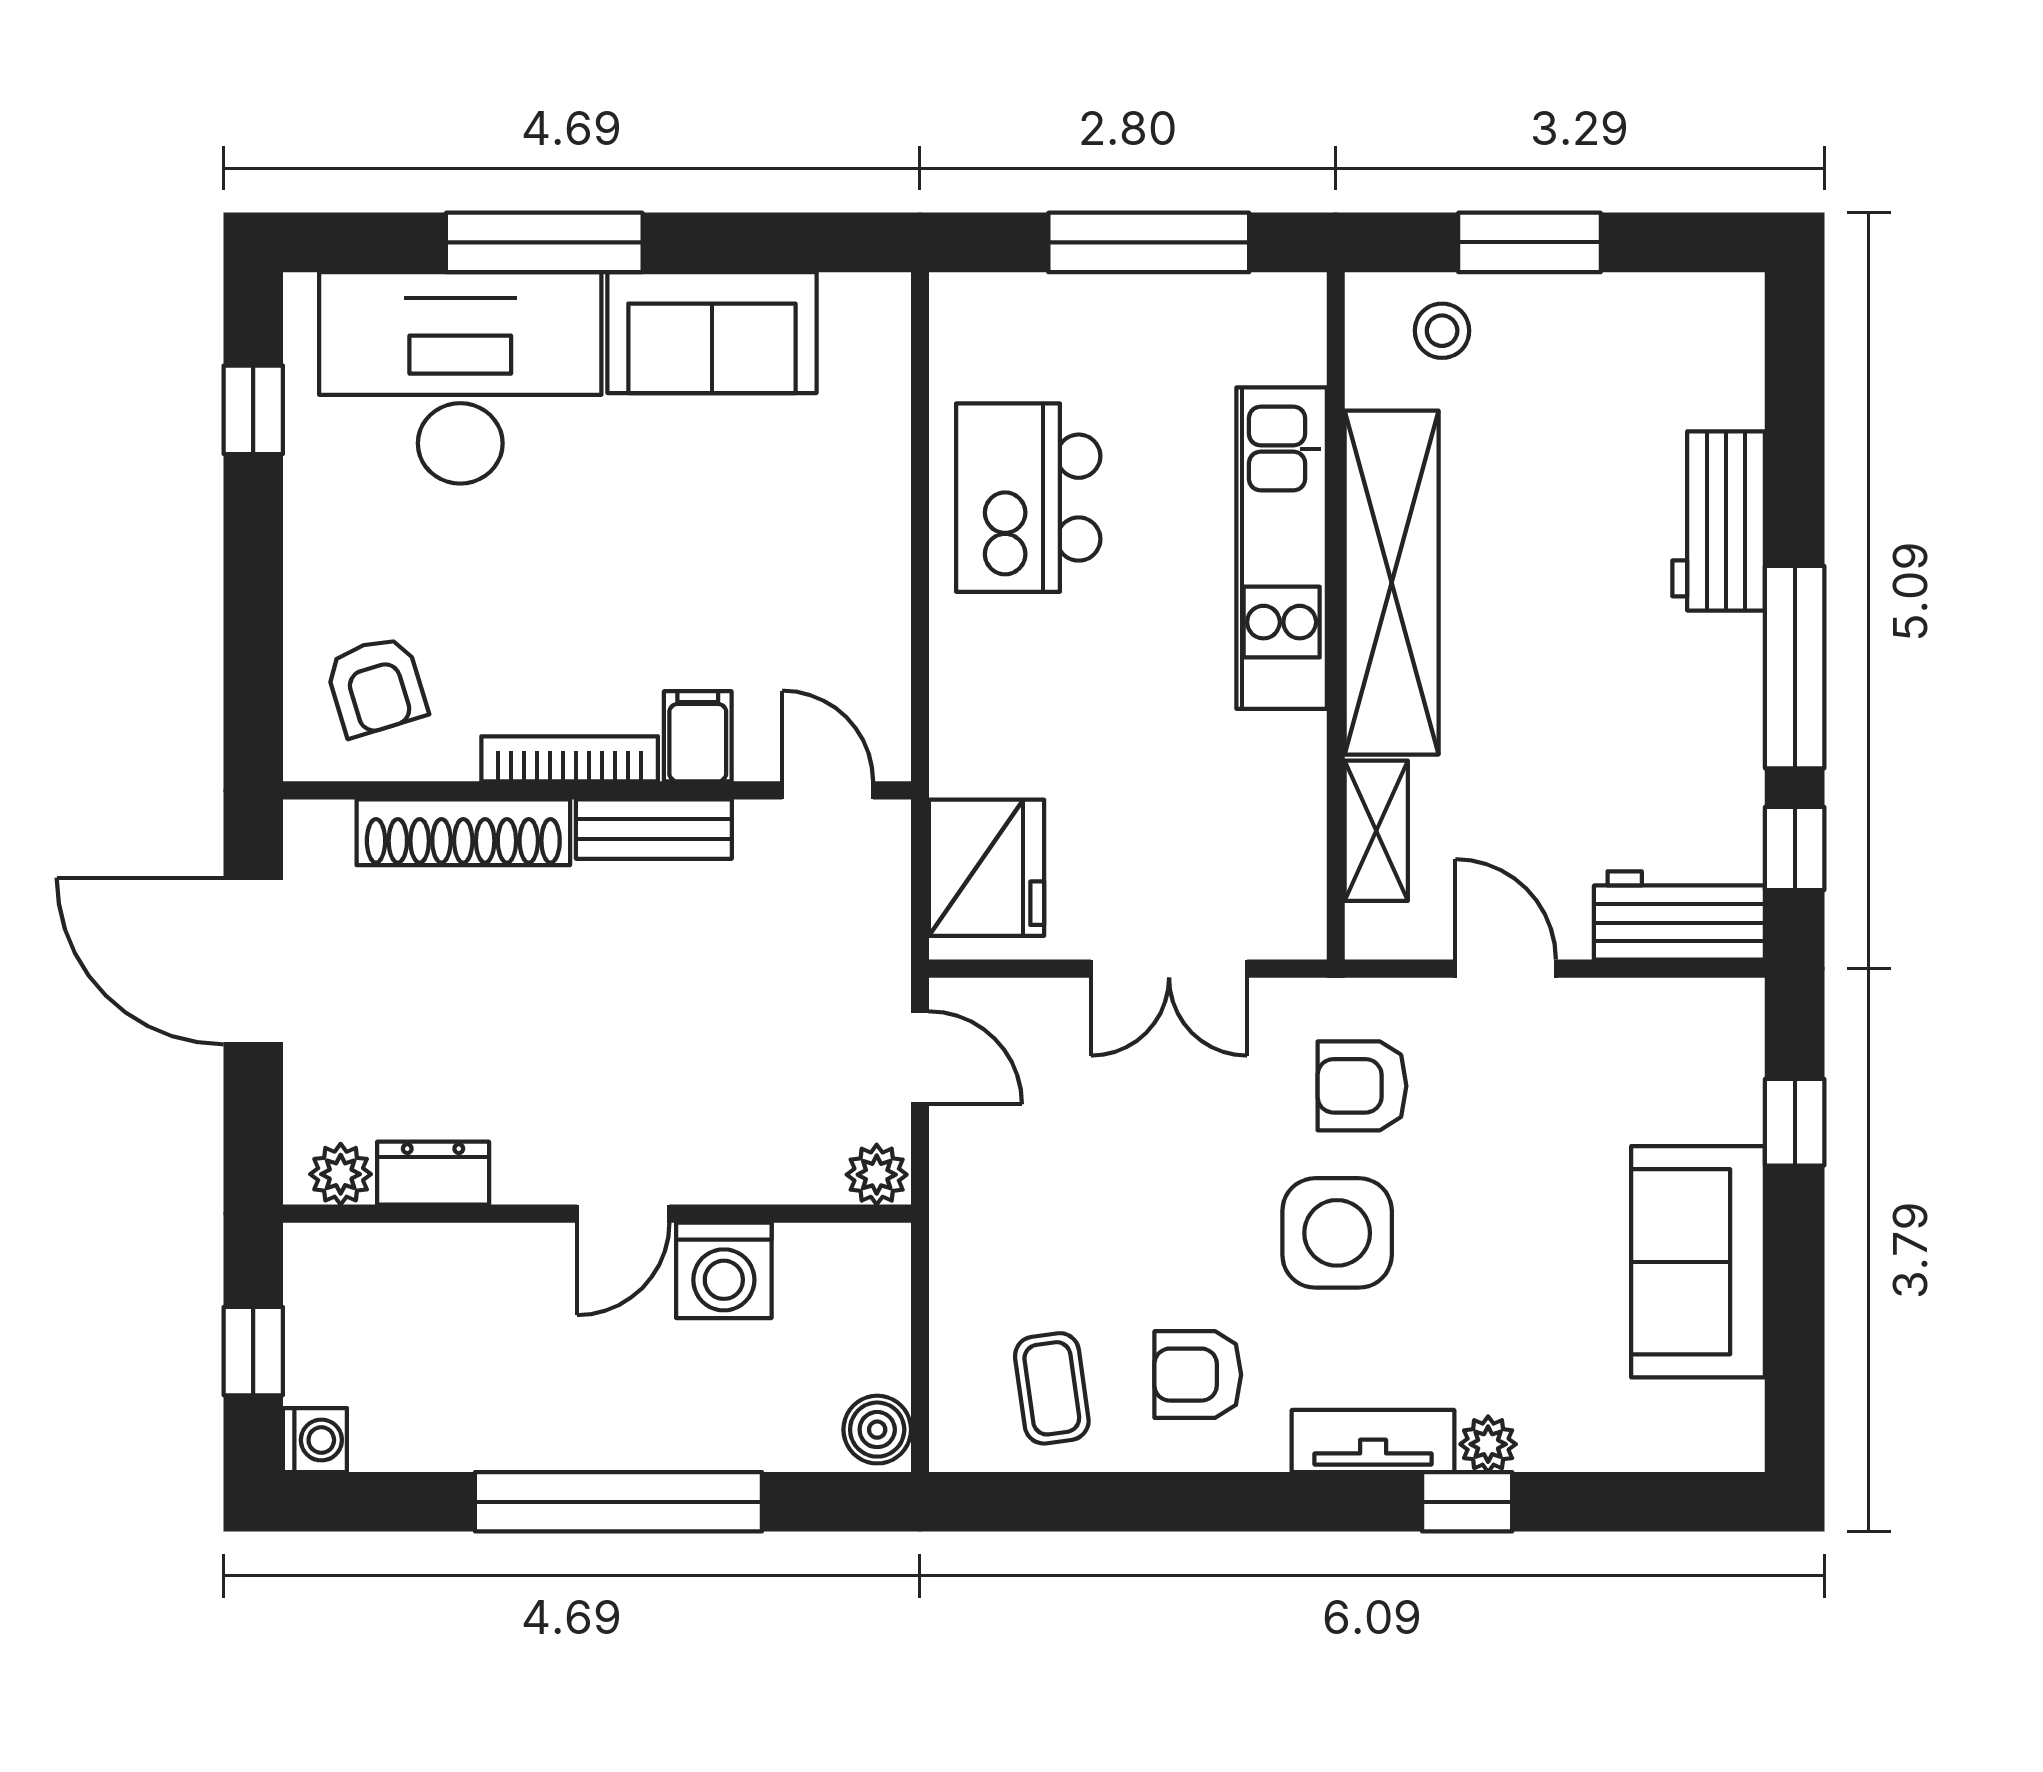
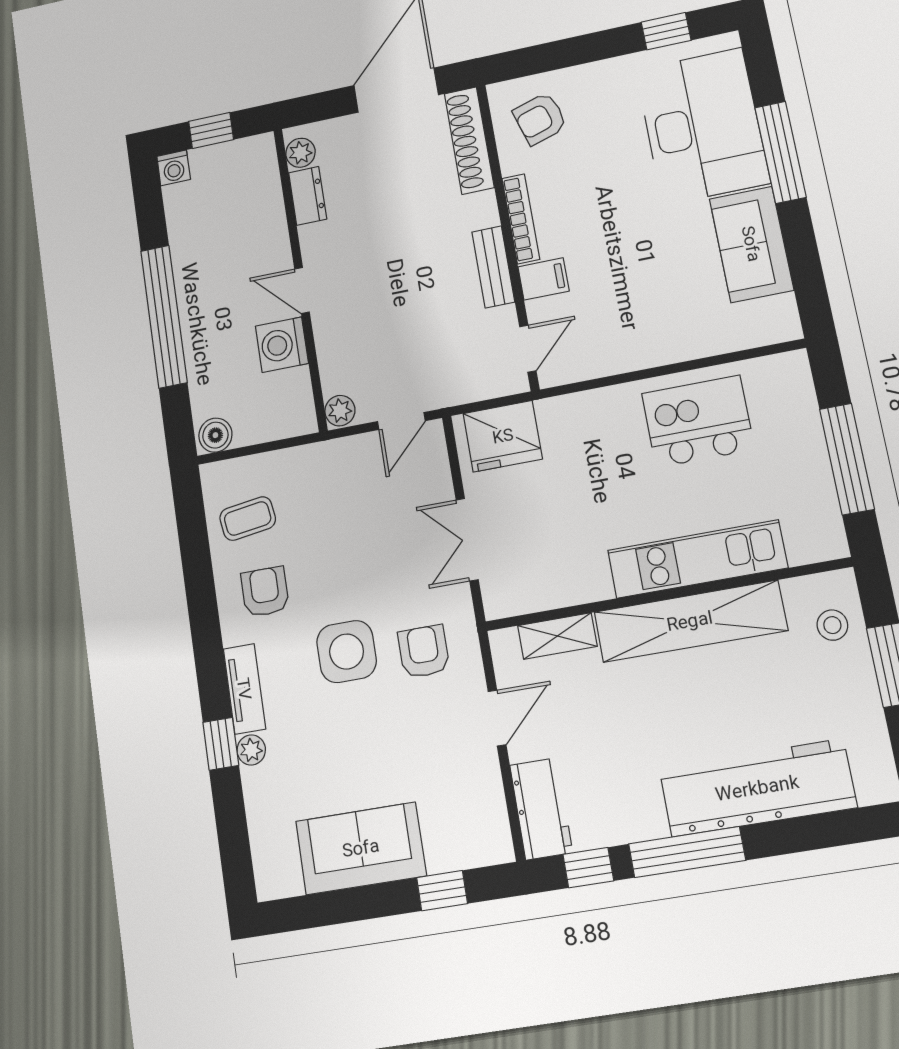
workbench: (1719, 521) -> (757, 788), width x1.88, depth x1.32
shoe rack: (463, 832) -> (469, 140), moved

